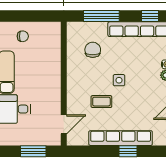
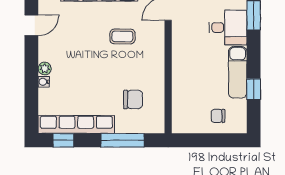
chair: (93, 50) -> (133, 99), turned -90
side table: (119, 80) -> (101, 62), removed

